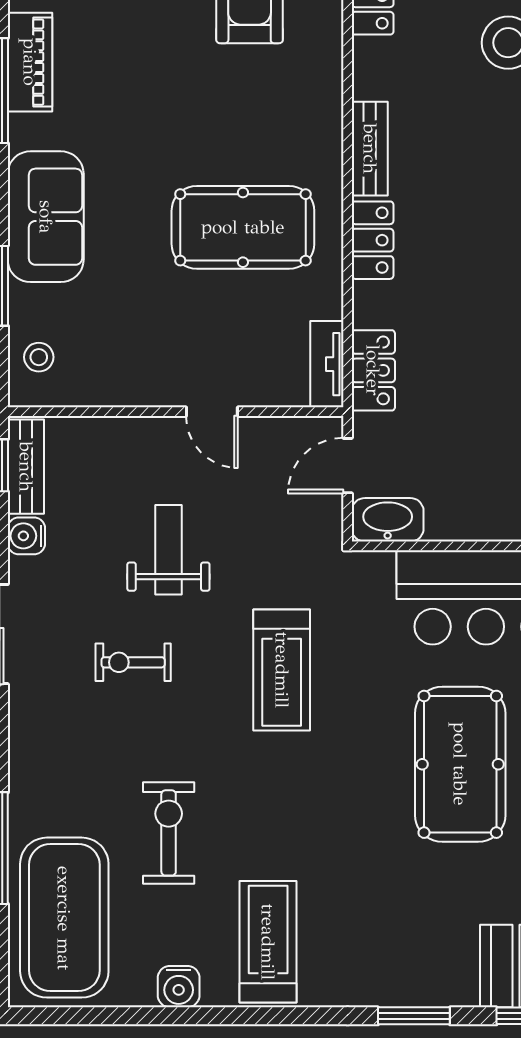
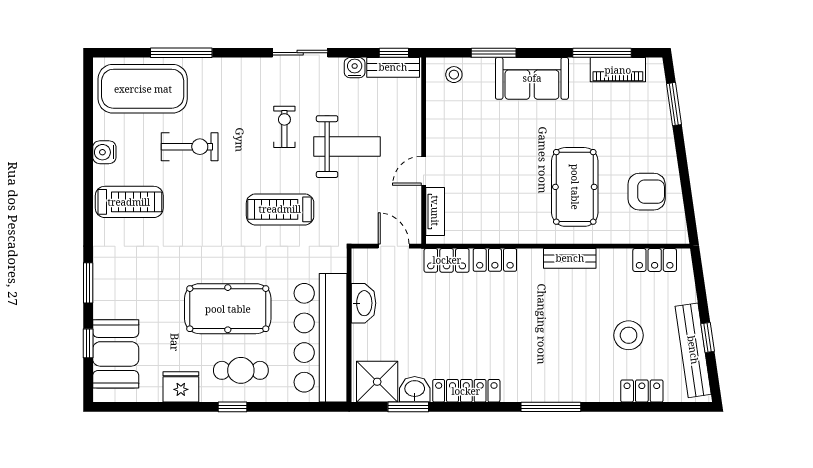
pool table: (243, 227) -> (575, 187), moved
locker: (373, 240) -> (495, 260), moved
tv unit: (327, 364) -> (435, 211), moved, turned 90
washbasin: (388, 520) -> (364, 303), moved
weight bench: (168, 550) -> (347, 147), width x1.36, depth x1.33

